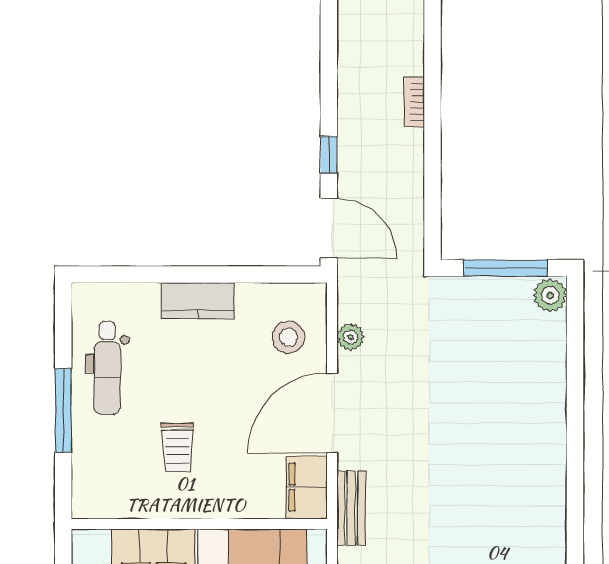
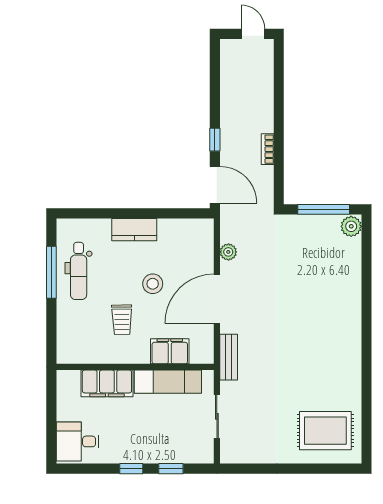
bookcase: (414, 102) -> (268, 149), moved
stool: (288, 337) -> (153, 284), moved
window: (63, 410) -> (51, 272), moved
filing cabinet: (307, 487) -> (170, 351), moved, turned 90

